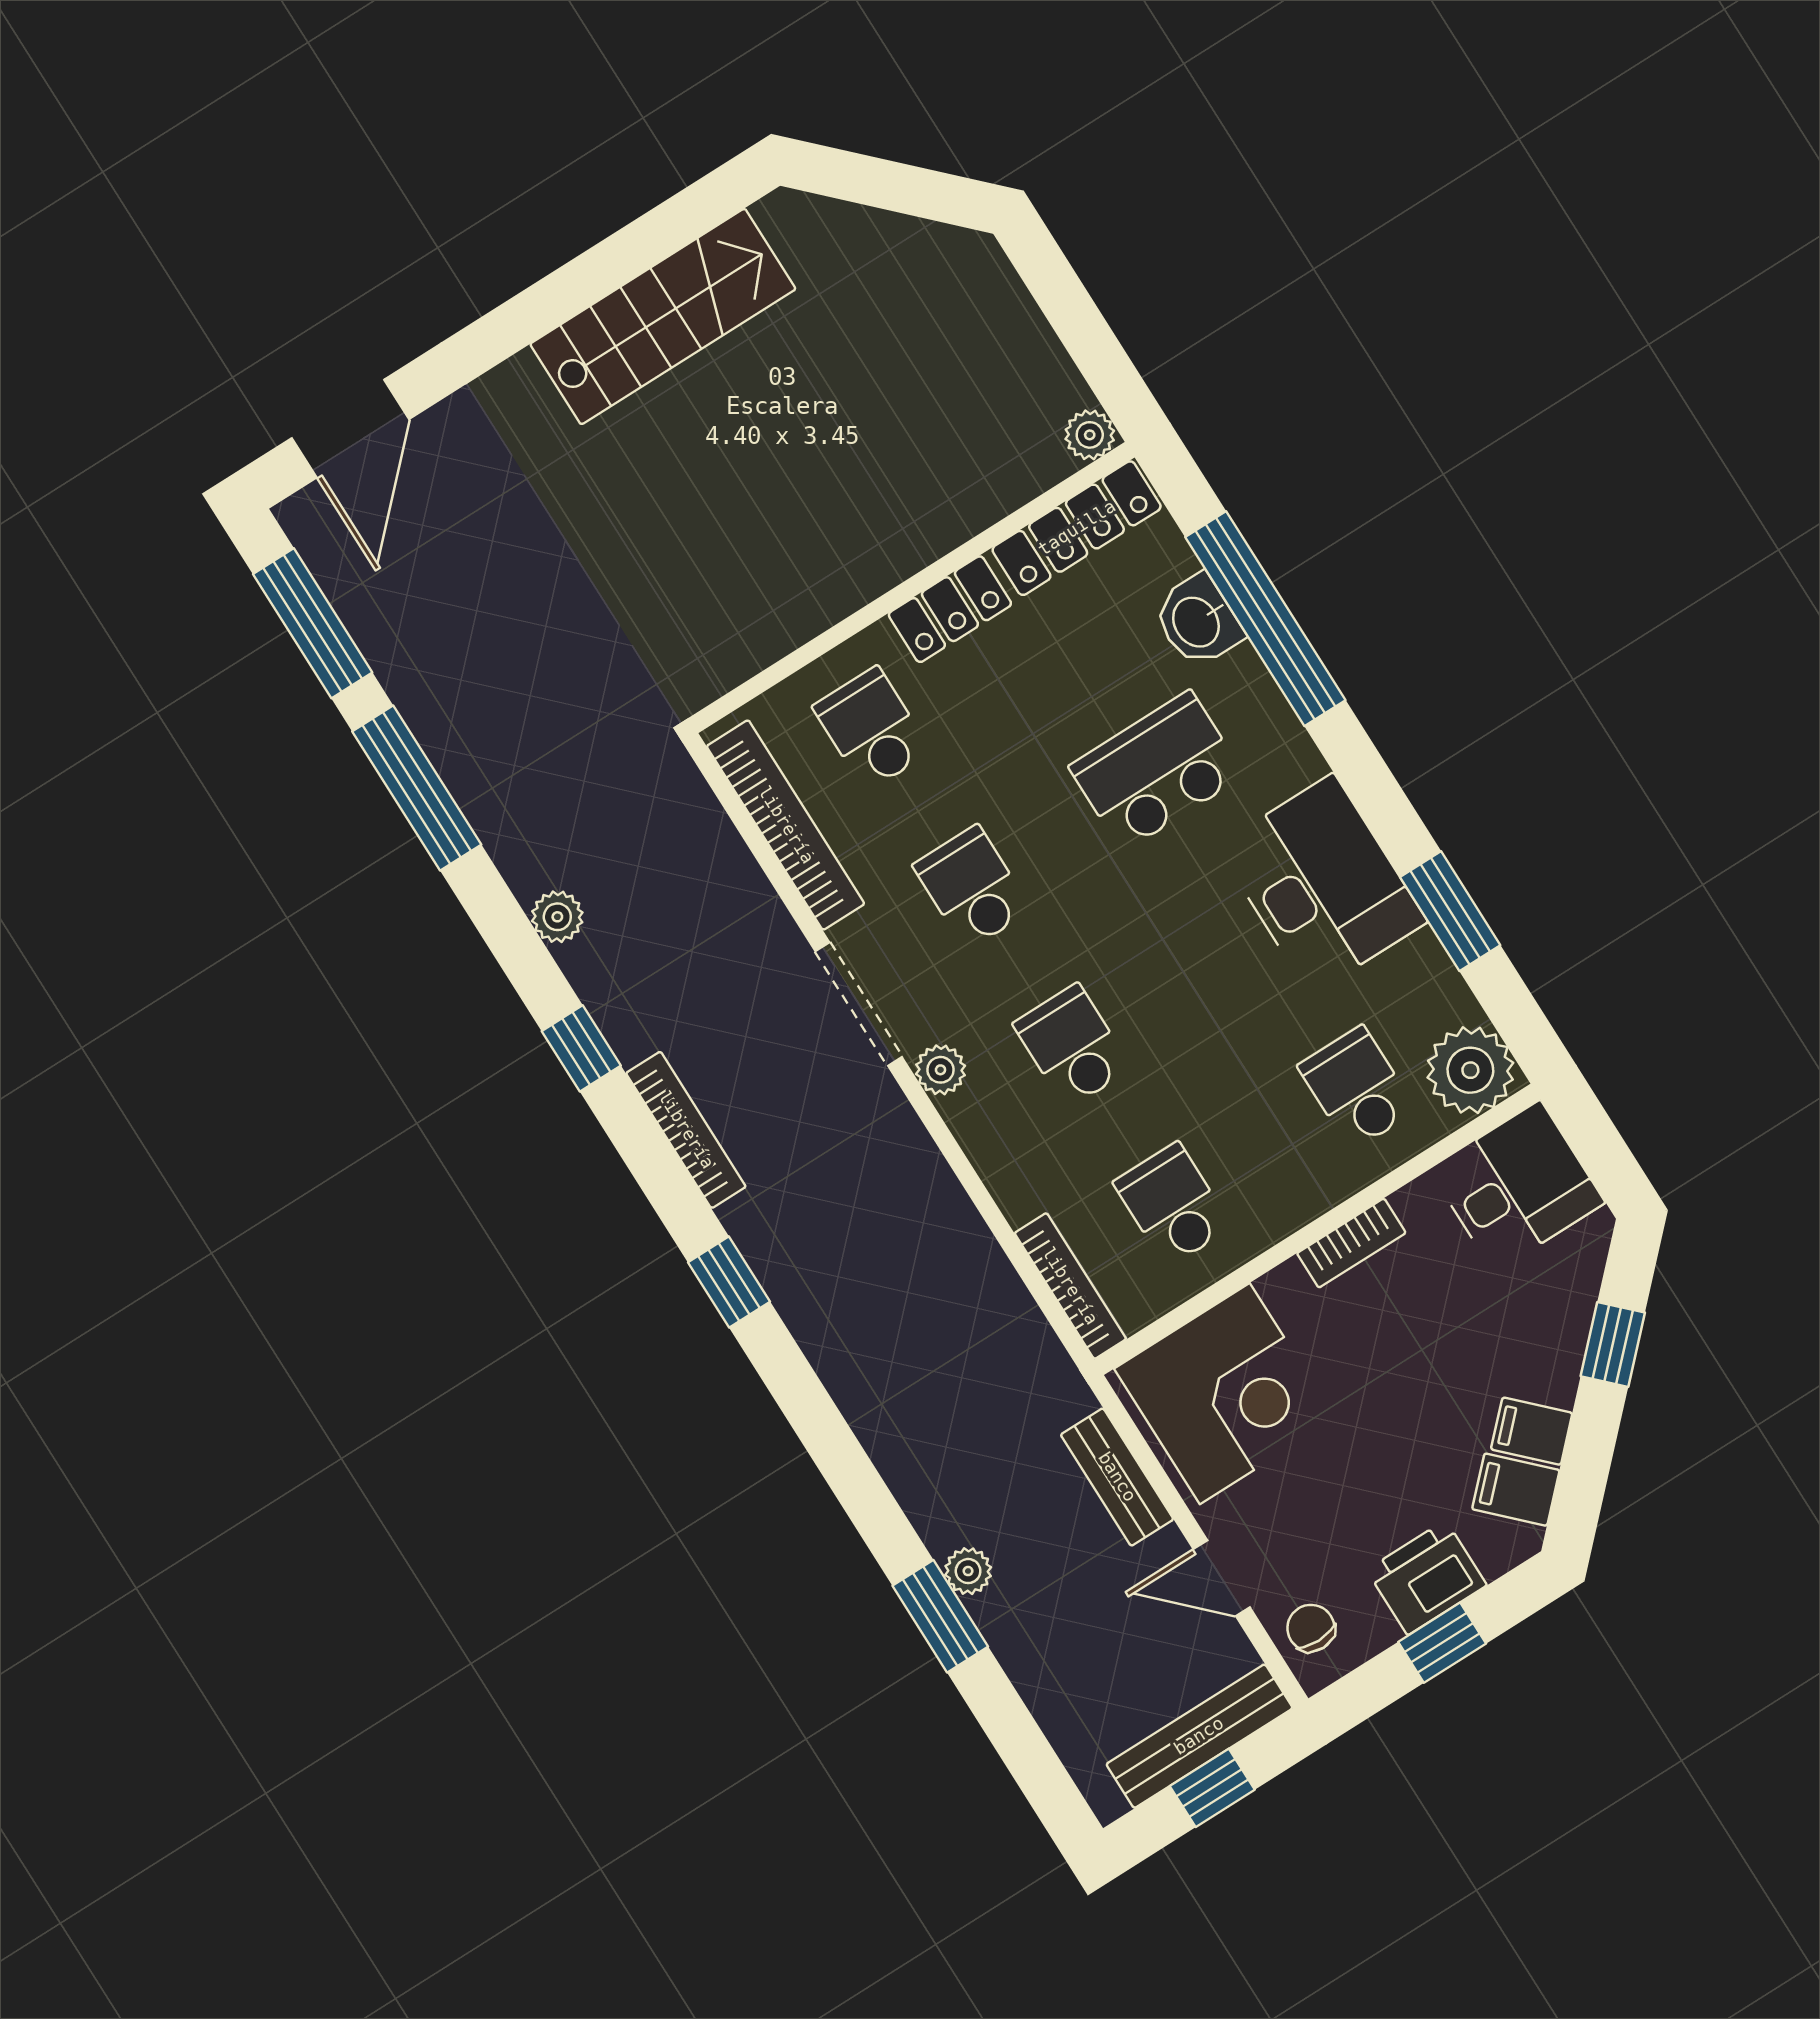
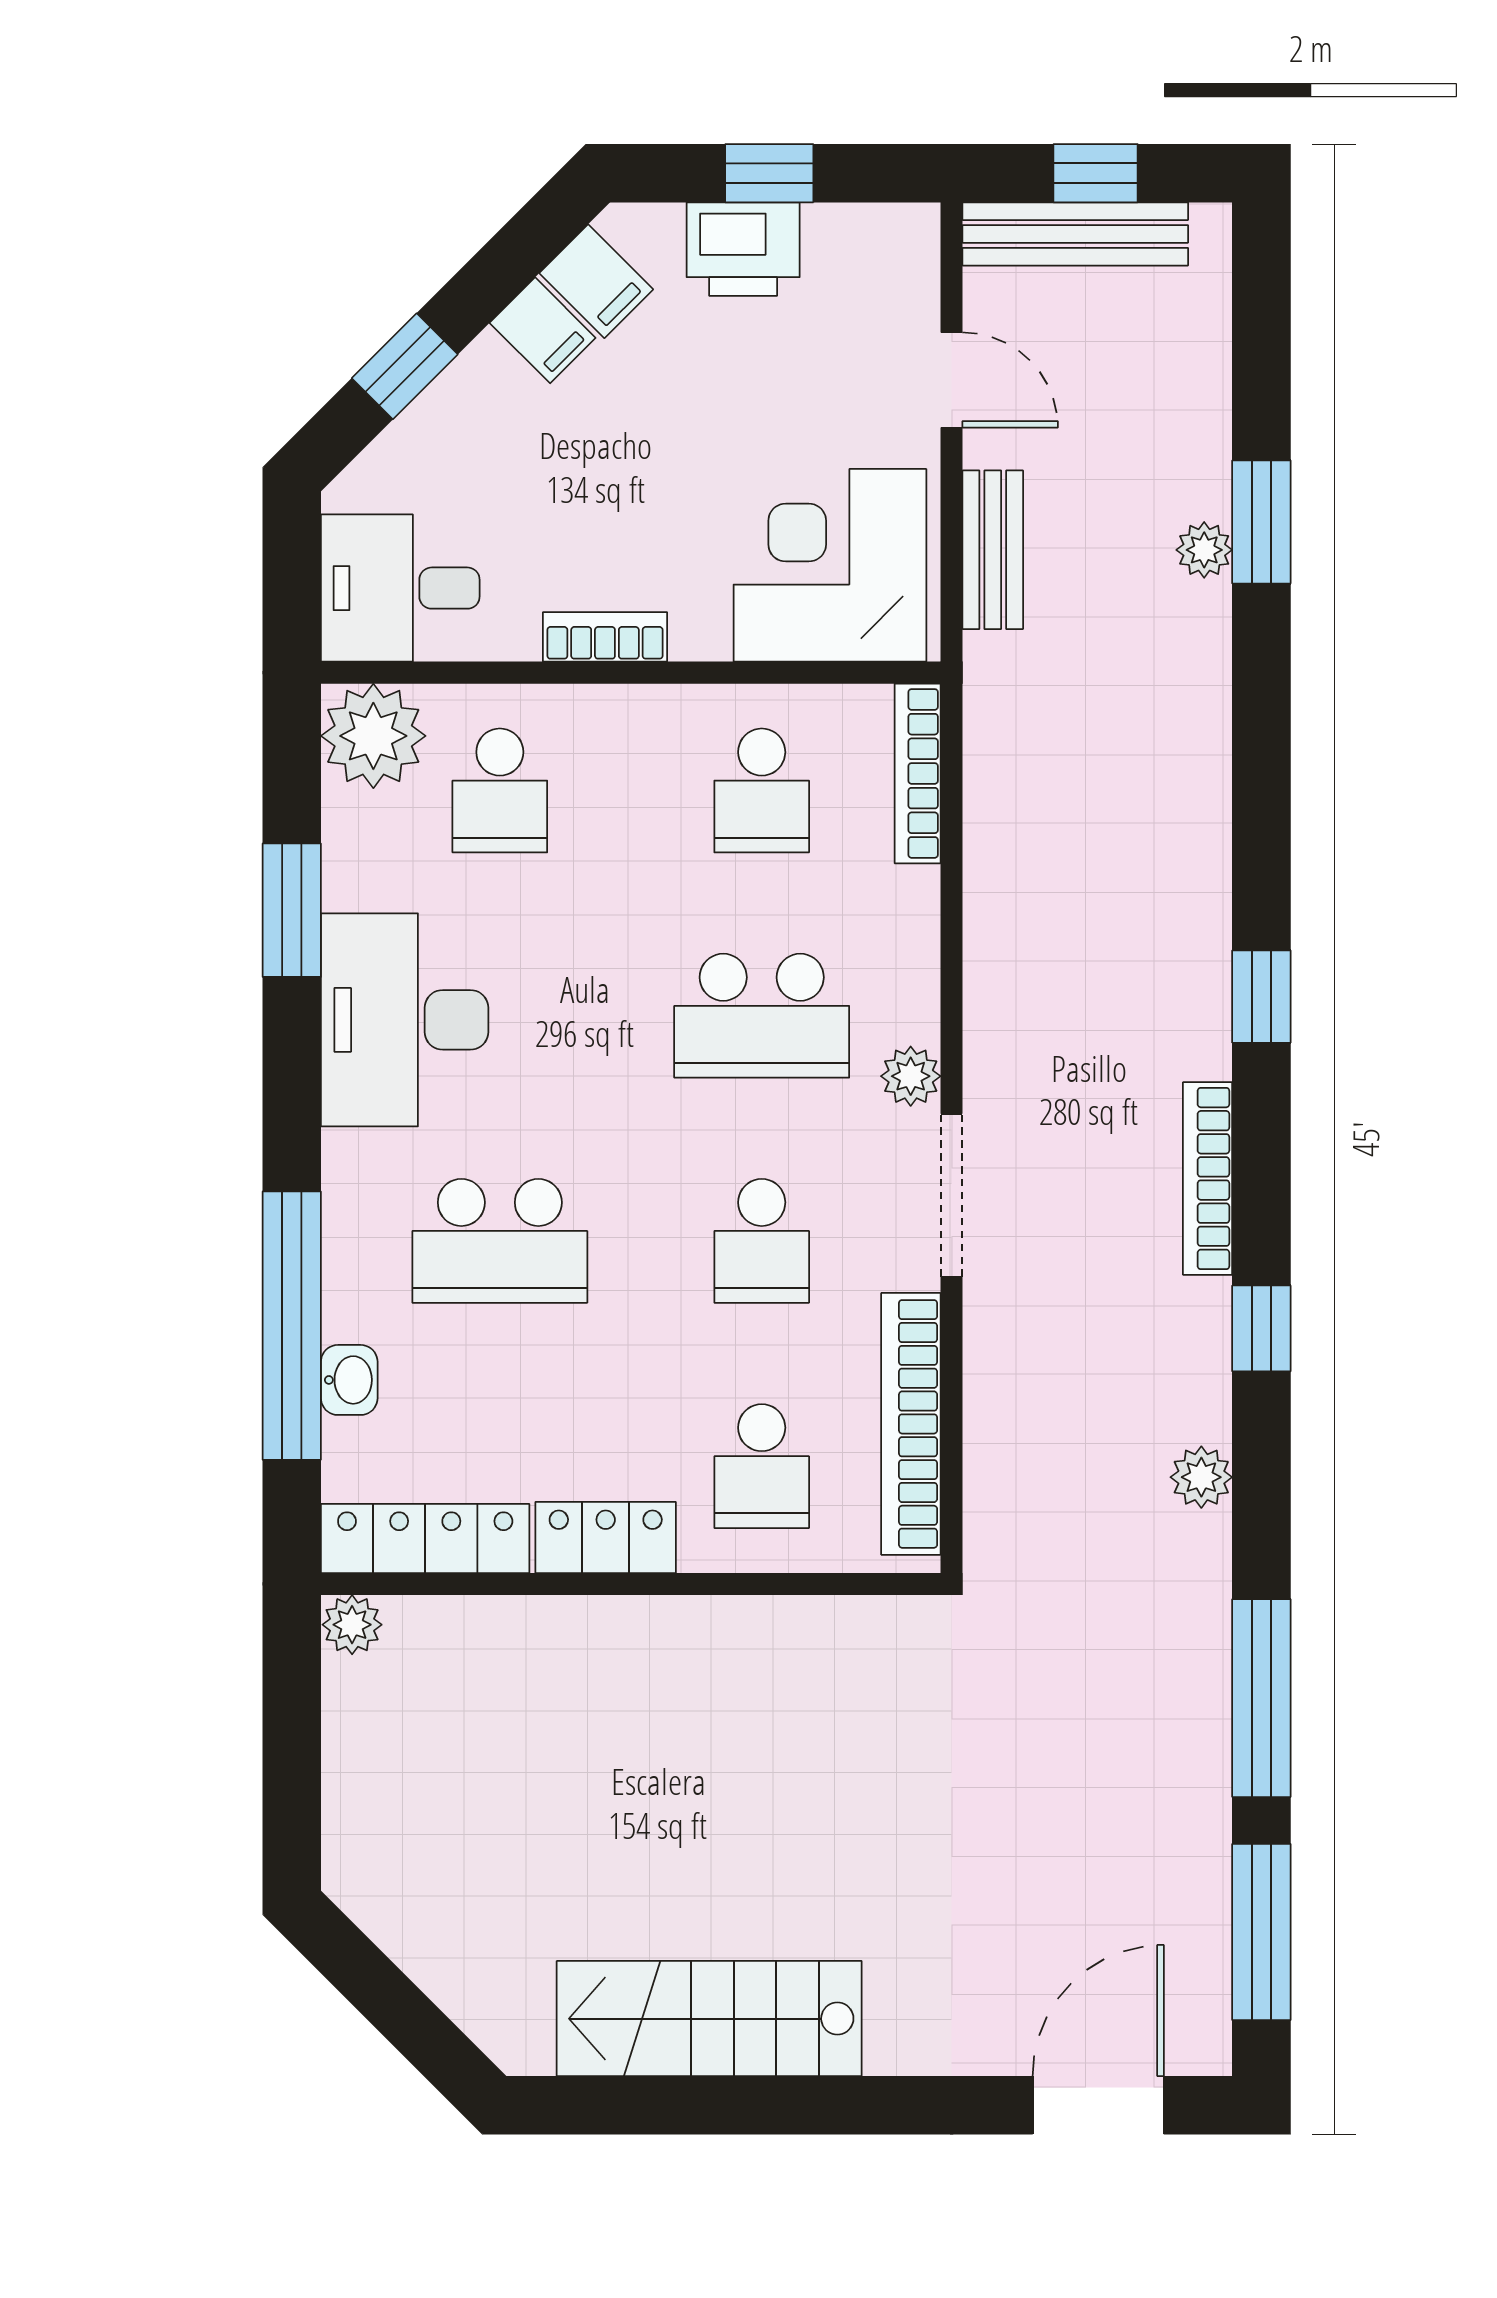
washbasin: (1198, 621) -> (349, 1380), width x0.72, depth x0.69
school desk: (1072, 1046) -> (762, 1016), width x1.85
chair: (1311, 1628) -> (893, 272), removed

